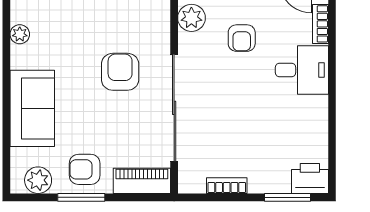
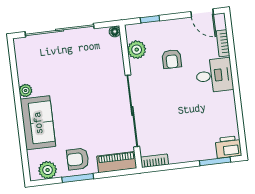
plant: (20, 34) -> (26, 90), moved
armchair: (120, 72) -> (93, 91), removed
bookcase: (227, 186) -> (154, 161), moved

